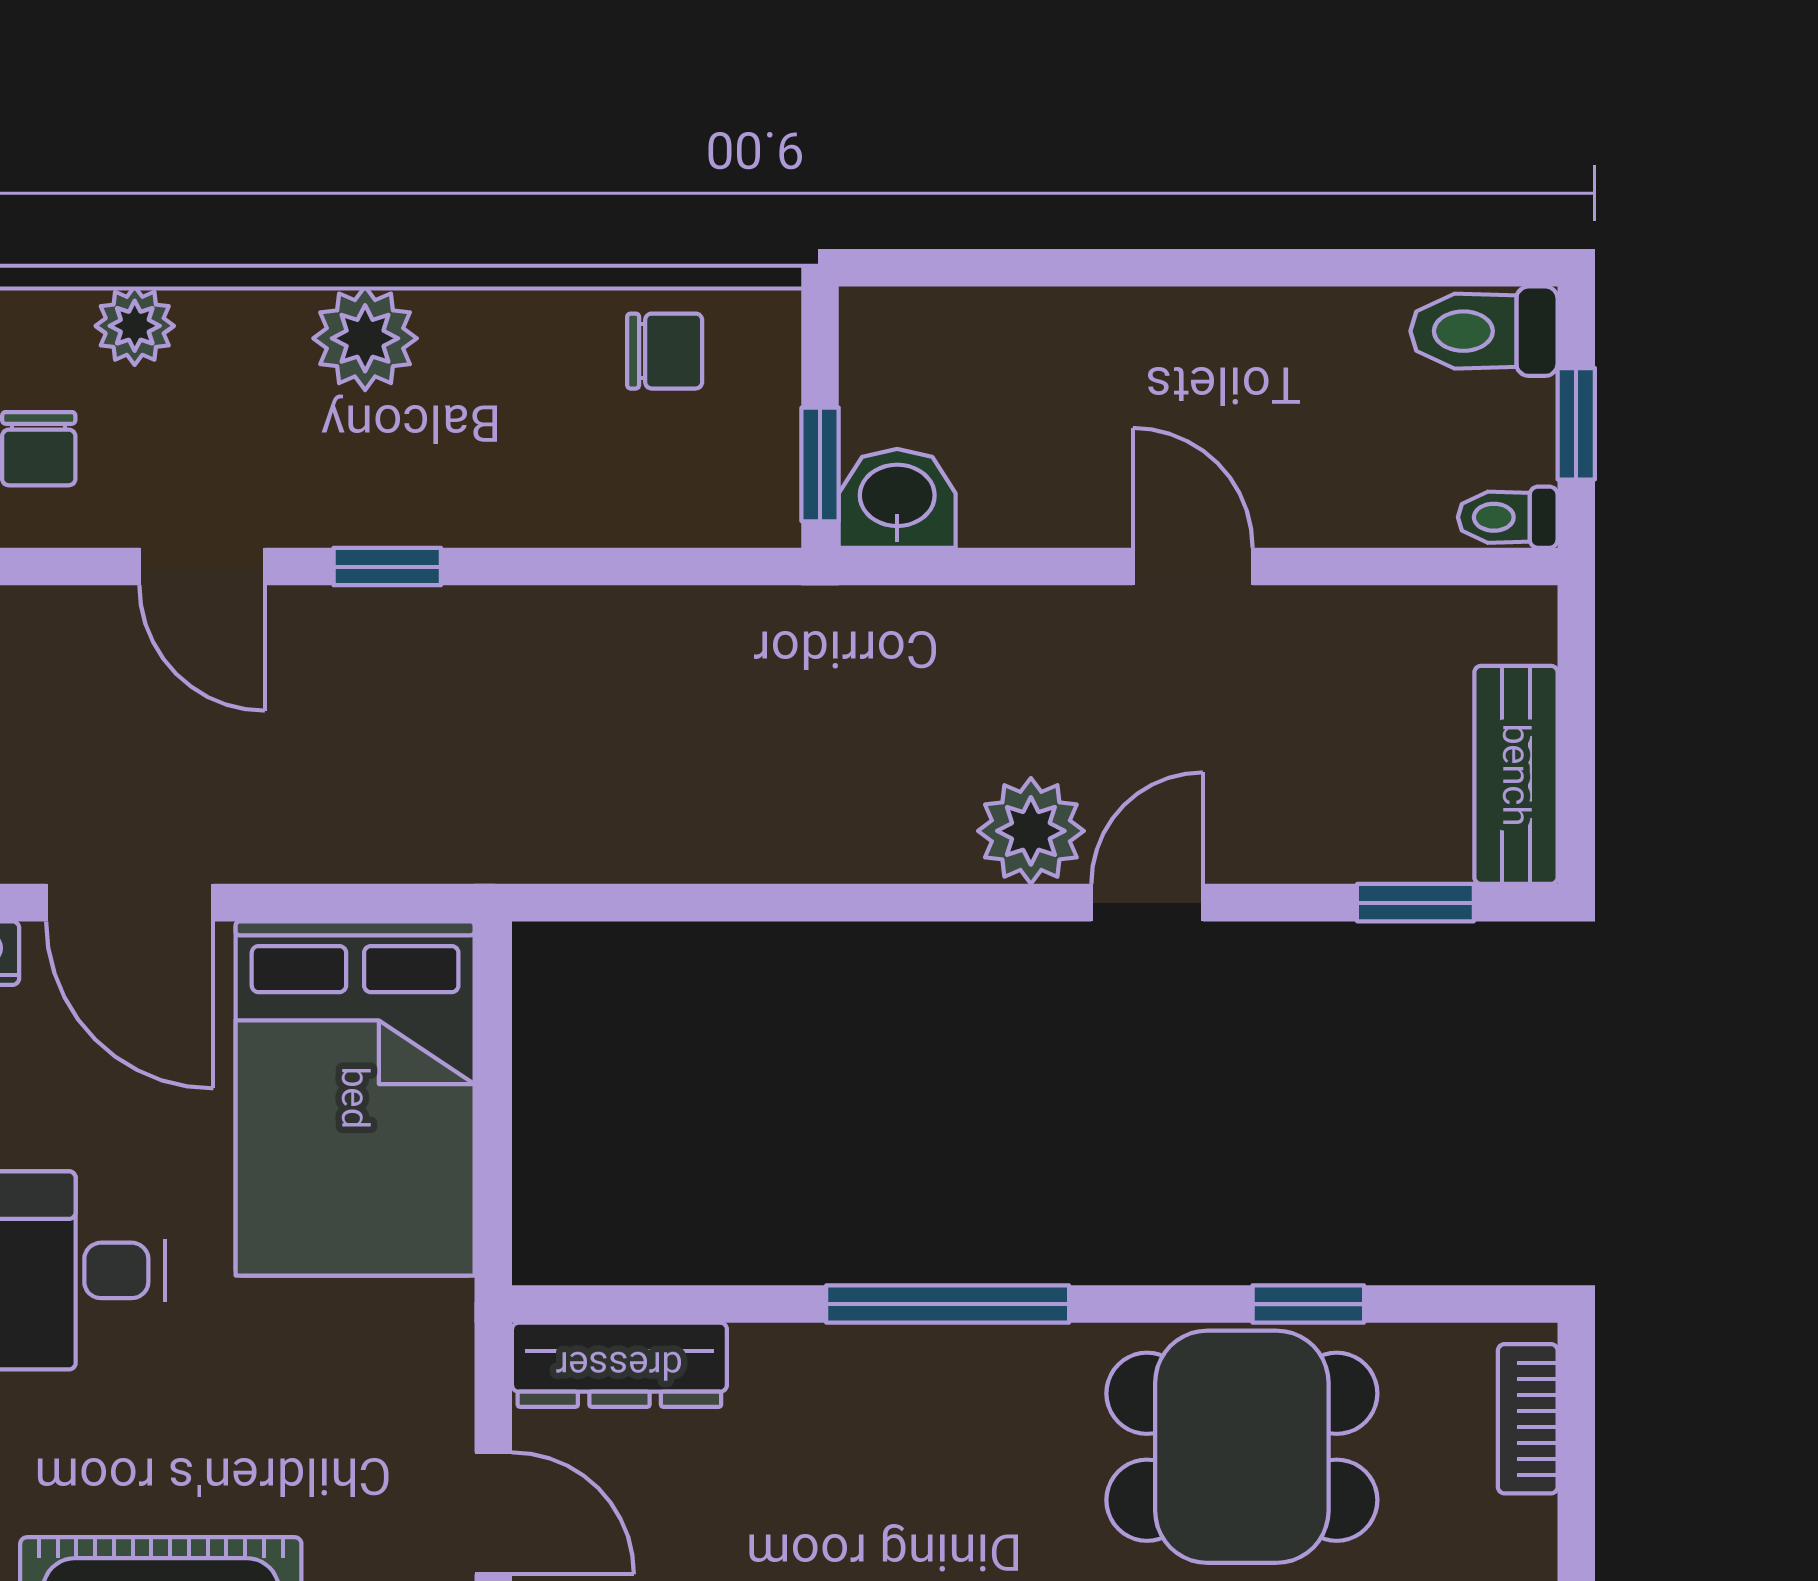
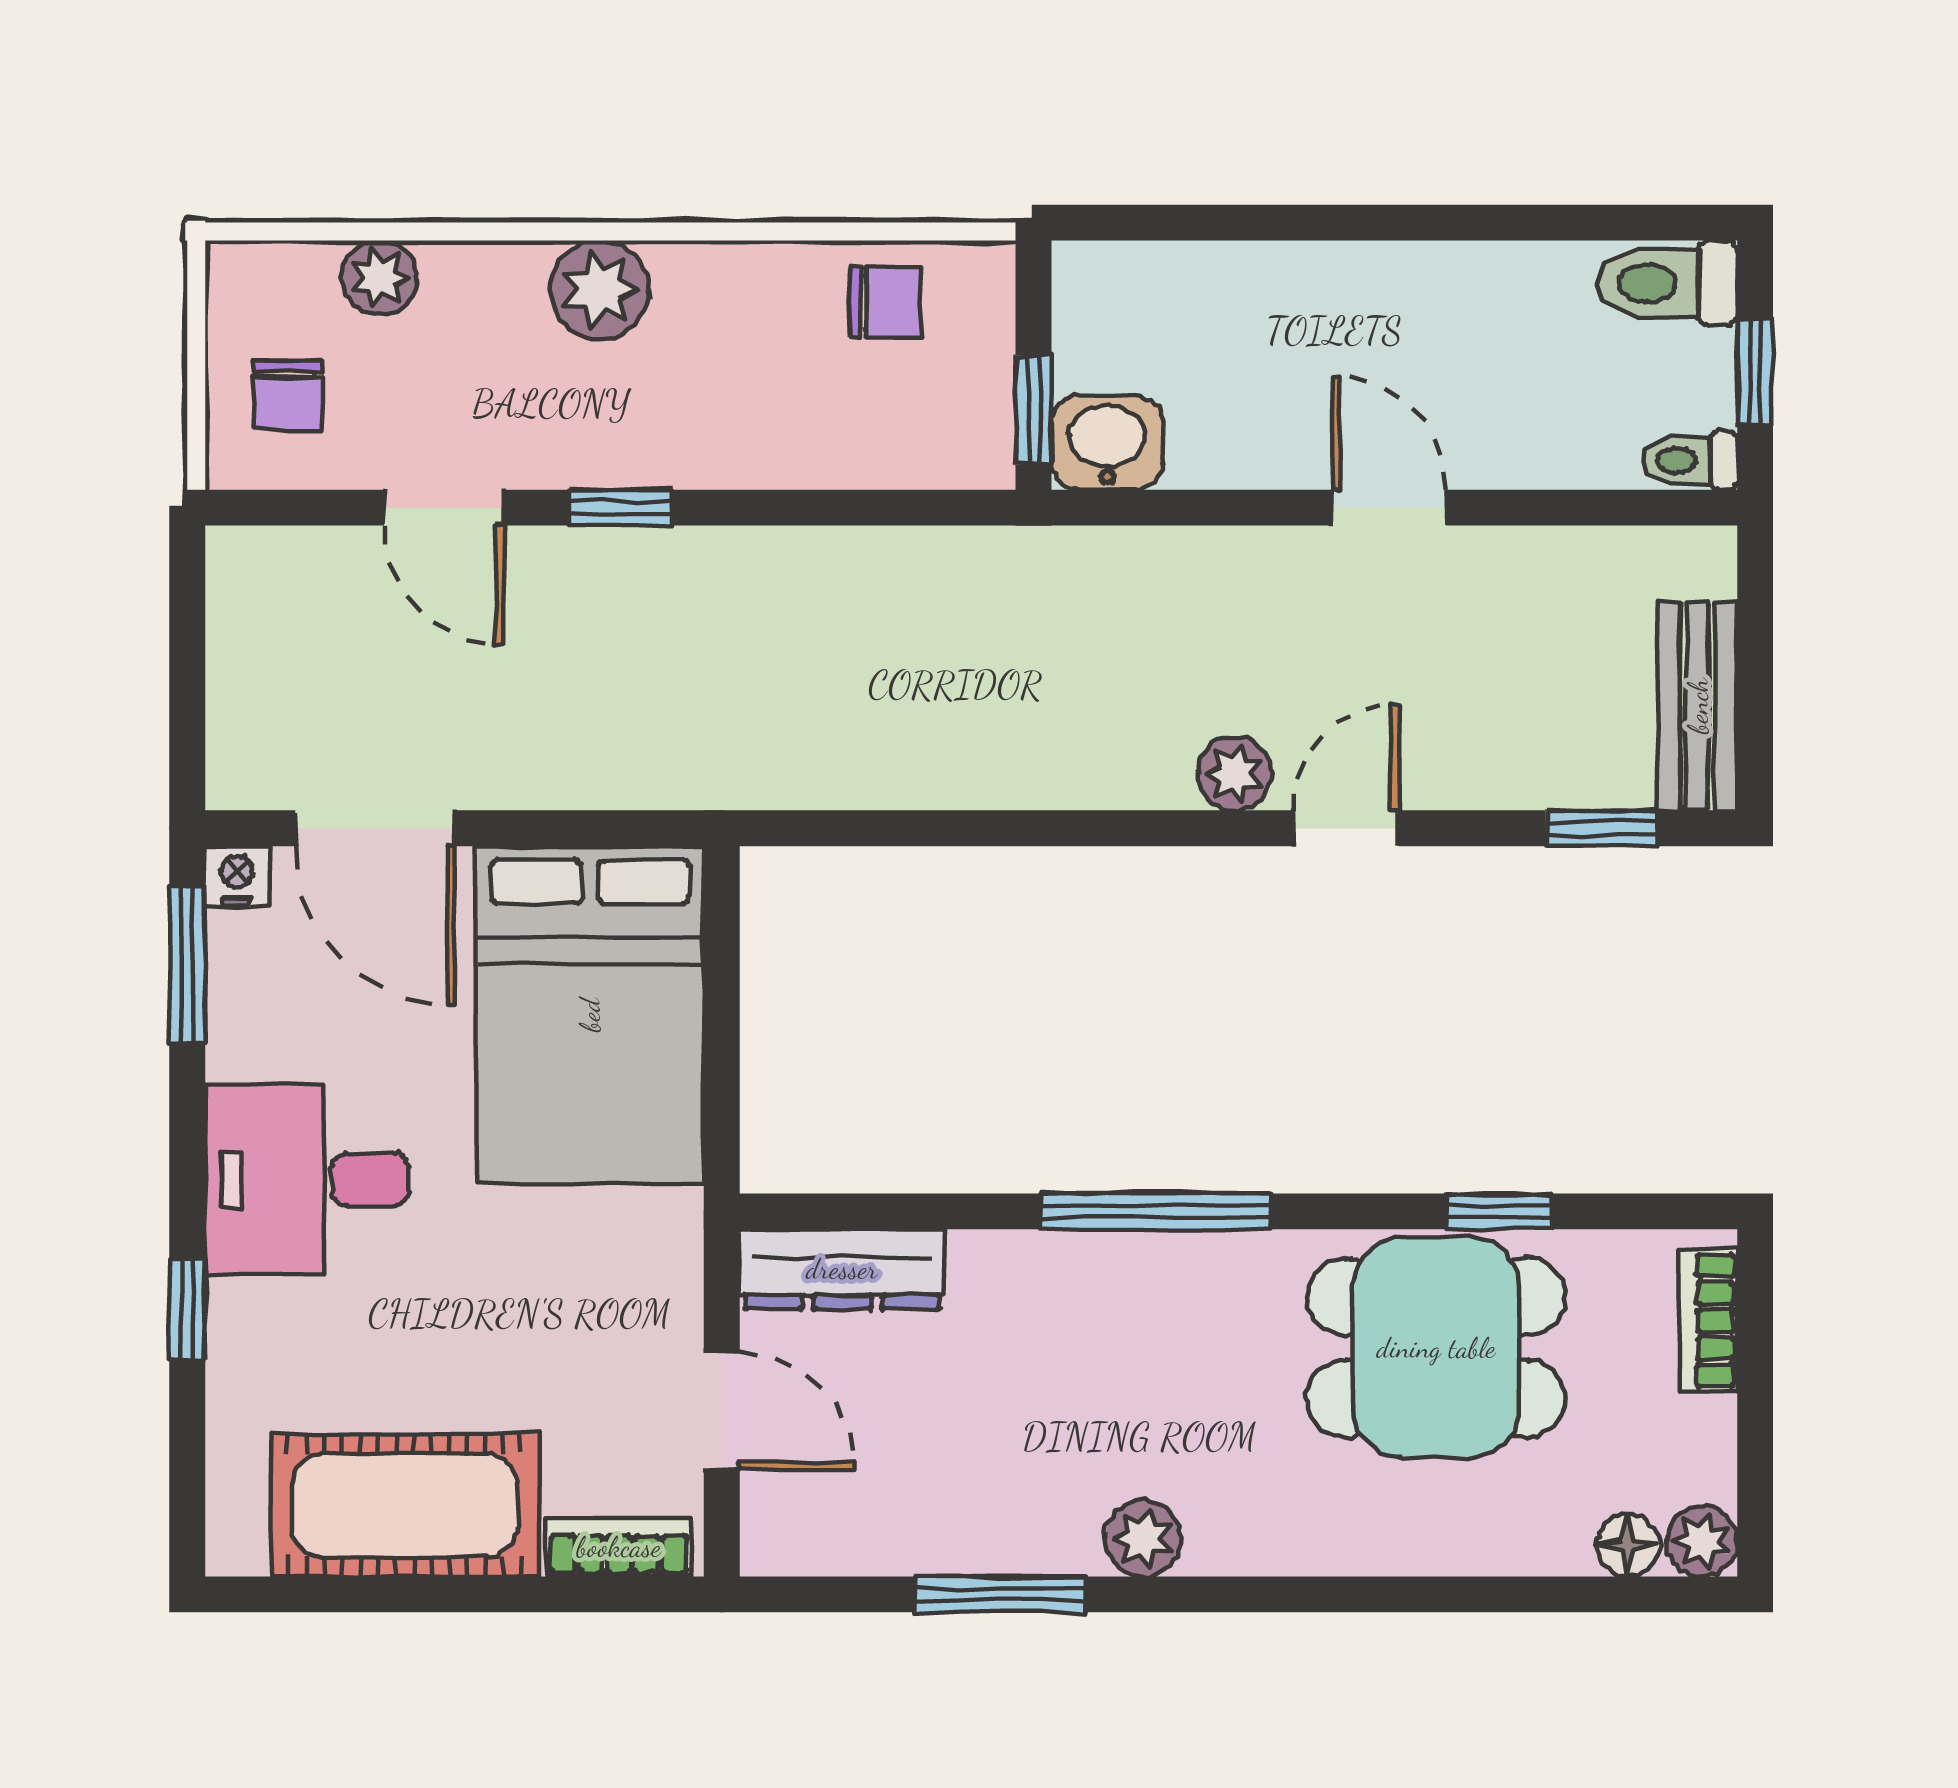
plant: (1031, 831) -> (1235, 774), width x0.73, depth x0.73

